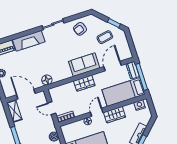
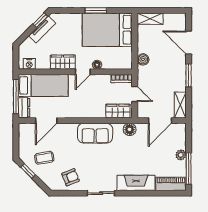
sofa: (84, 65) -> (95, 133), moved
wardrobe: (84, 83) -> (118, 111), moved
door: (26, 94) -> (160, 121), hinge flipped

